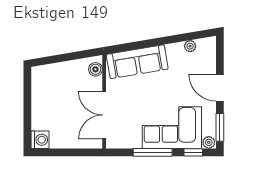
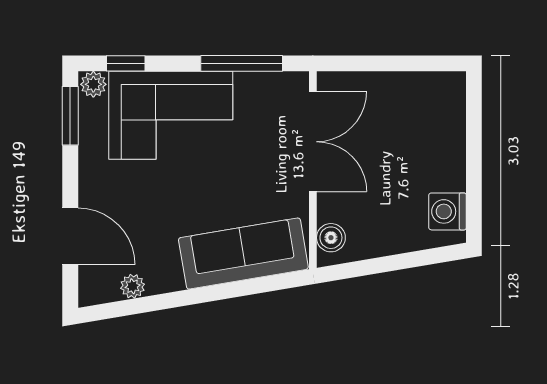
door: (220, 88) -> (70, 236), moved
washing machine: (40, 140) -> (447, 211), moved
window: (153, 152) -> (242, 63), moved

